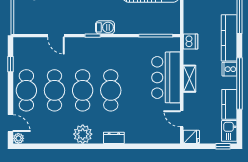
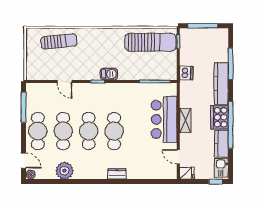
dishwasher: (190, 41) -> (186, 73), moved
window: (11, 64) -> (23, 107), width x2.17
cooker: (230, 69) -> (220, 117), width x1.87, depth x1.31
plant: (83, 134) -> (64, 171), moved

